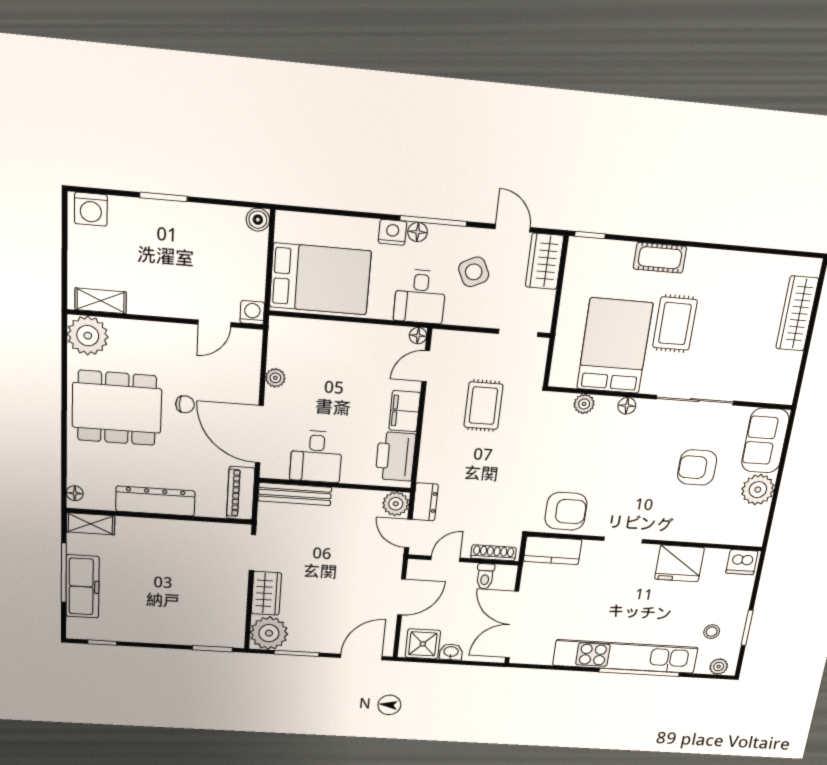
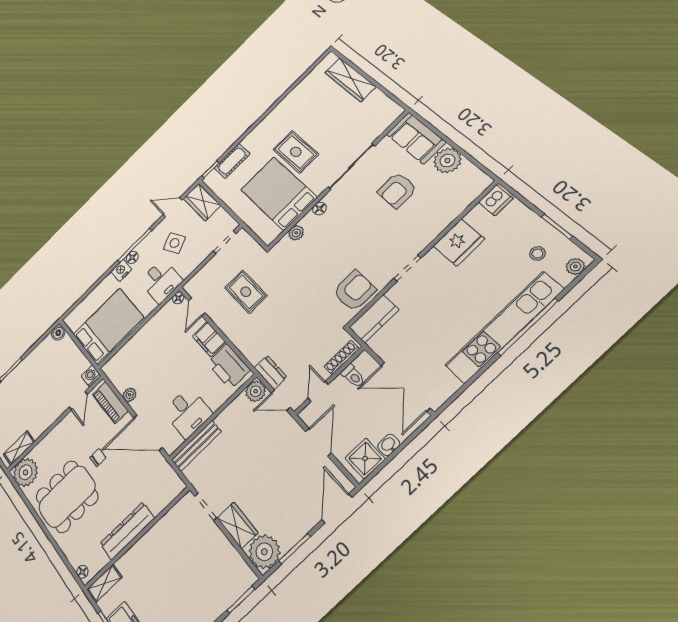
cot: (660, 258) -> (232, 161), moved
piano: (241, 493) -> (110, 403), moved

